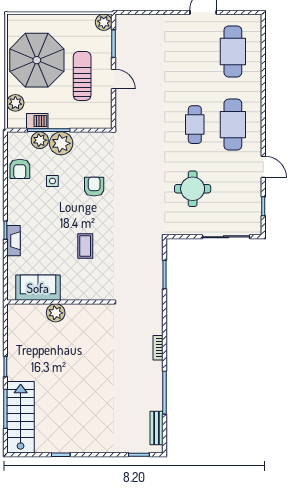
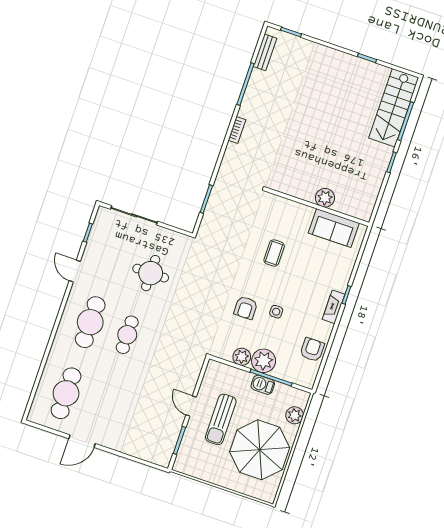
plant: (104, 22) -> (182, 464), removed
barbecue: (37, 121) -> (263, 385), moved
plant: (40, 140) -> (242, 357), moved
side table: (52, 181) -> (276, 312), moved
fireplace: (13, 241) -> (334, 307), moved

